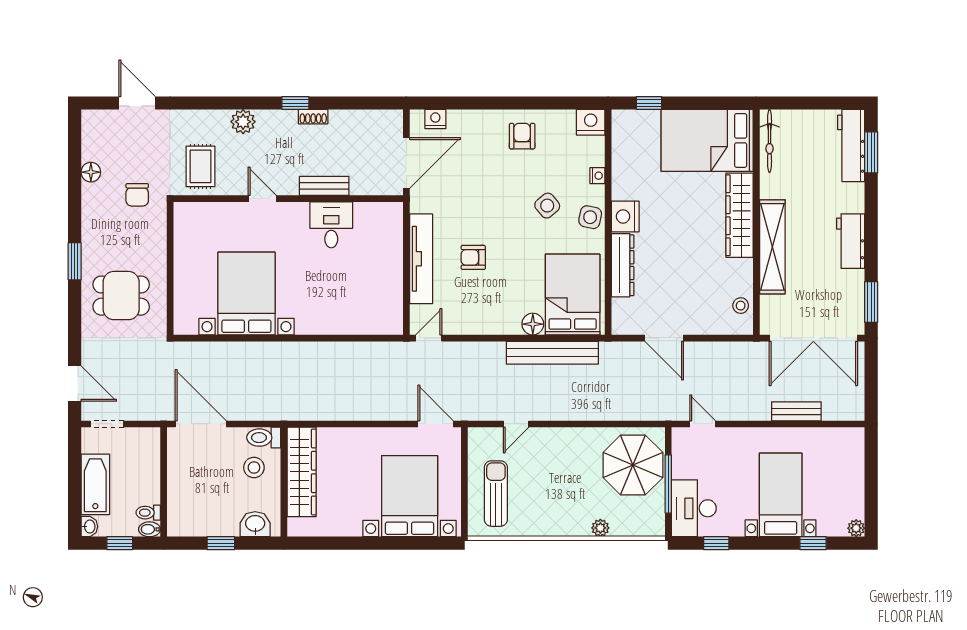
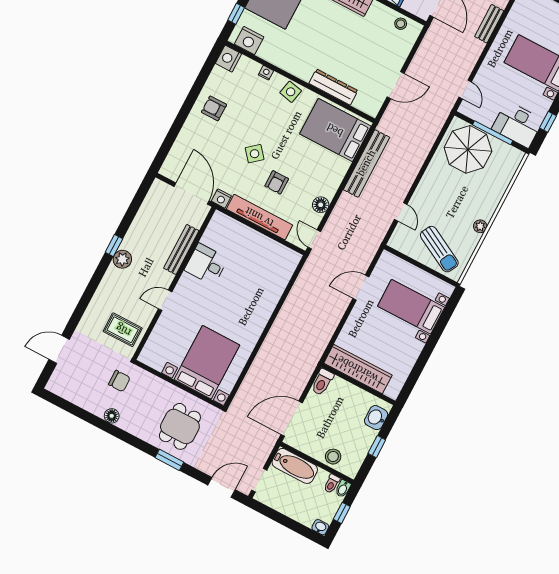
shoe rack: (313, 117) -> (129, 239), removed
nightstand: (435, 119) -> (221, 199), moved, turned -90
plant: (243, 122) -> (122, 259), moved
floor lamp: (91, 172) -> (112, 416), moved
bench: (324, 186) -> (181, 249), width x1.36
side table: (547, 206) -> (255, 154), moved
nightstand: (625, 216) -> (249, 40), moved
window: (75, 261) -> (169, 460), moved
bed with nightstands: (246, 294) -> (207, 362), moved, turned 90
floor lamp: (533, 324) -> (321, 205), moved
door: (436, 424) -> (361, 288), moved
door: (703, 424) -> (465, 90), swing flipped
stool: (254, 468) -> (333, 457), moved
bathtub: (95, 484) -> (295, 466), moved, turned 180
sun lounger: (496, 494) -> (439, 249), turned -152
bed with nightstands: (410, 496) -> (411, 307), width x0.73
plant: (600, 528) -> (480, 226), moved

